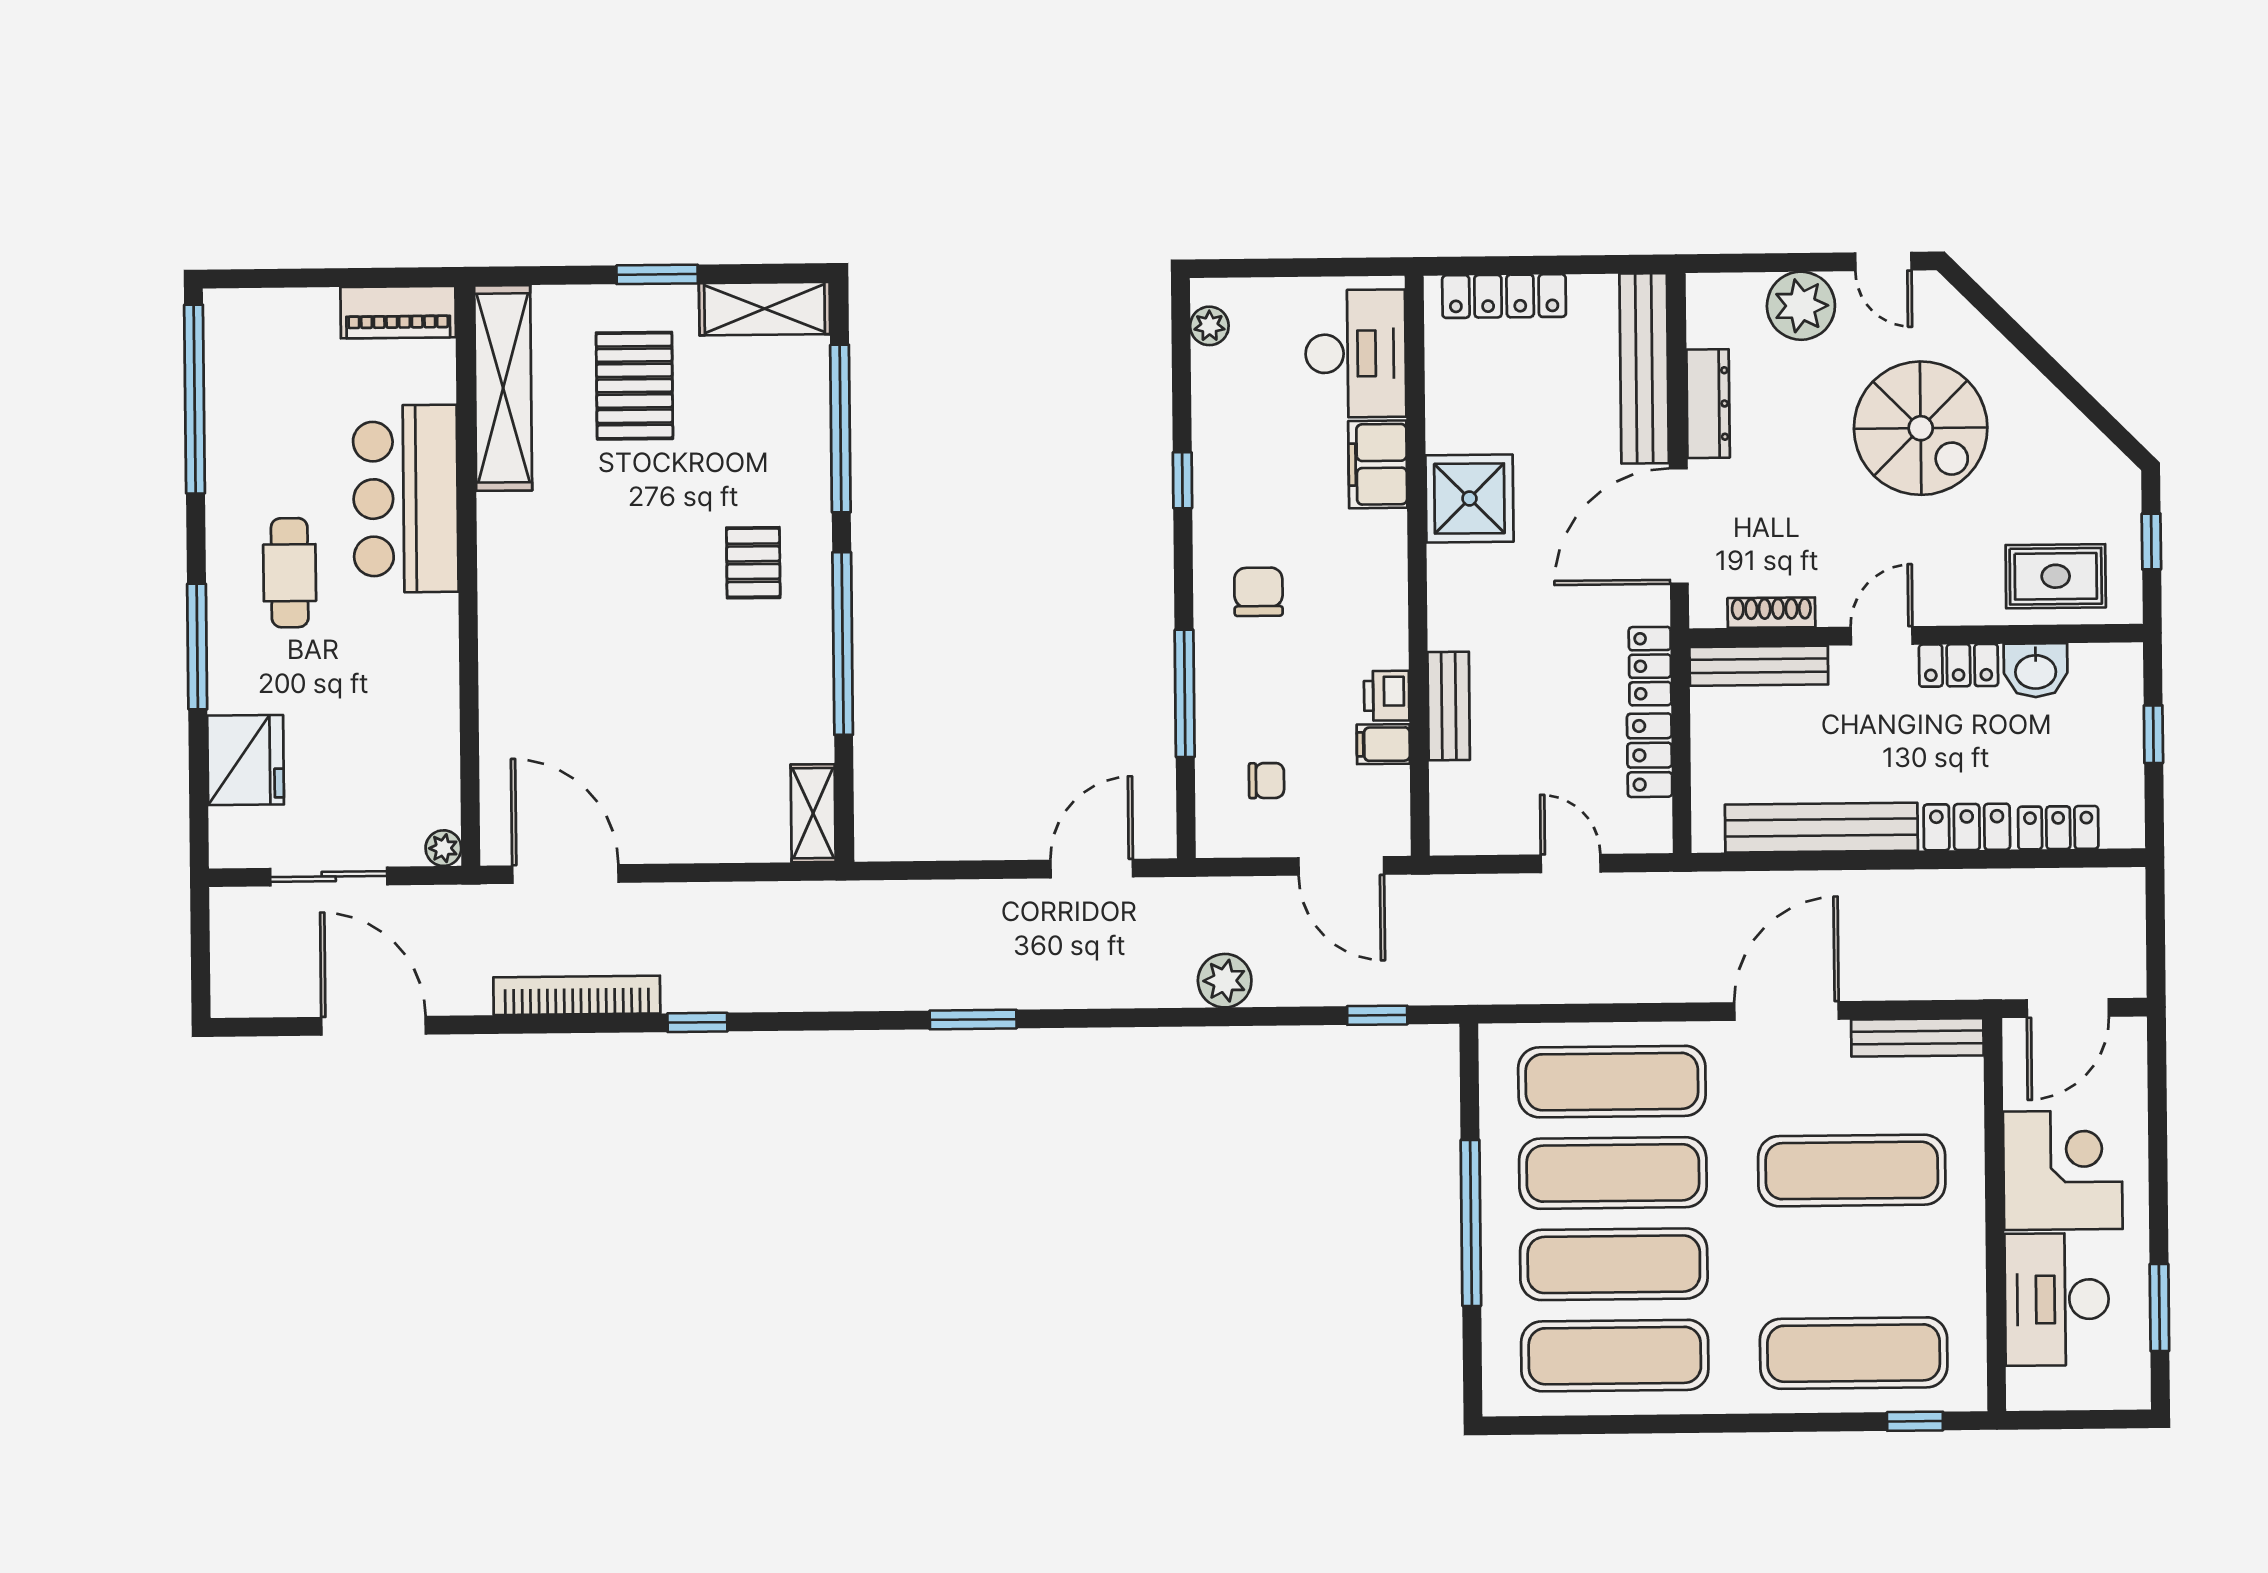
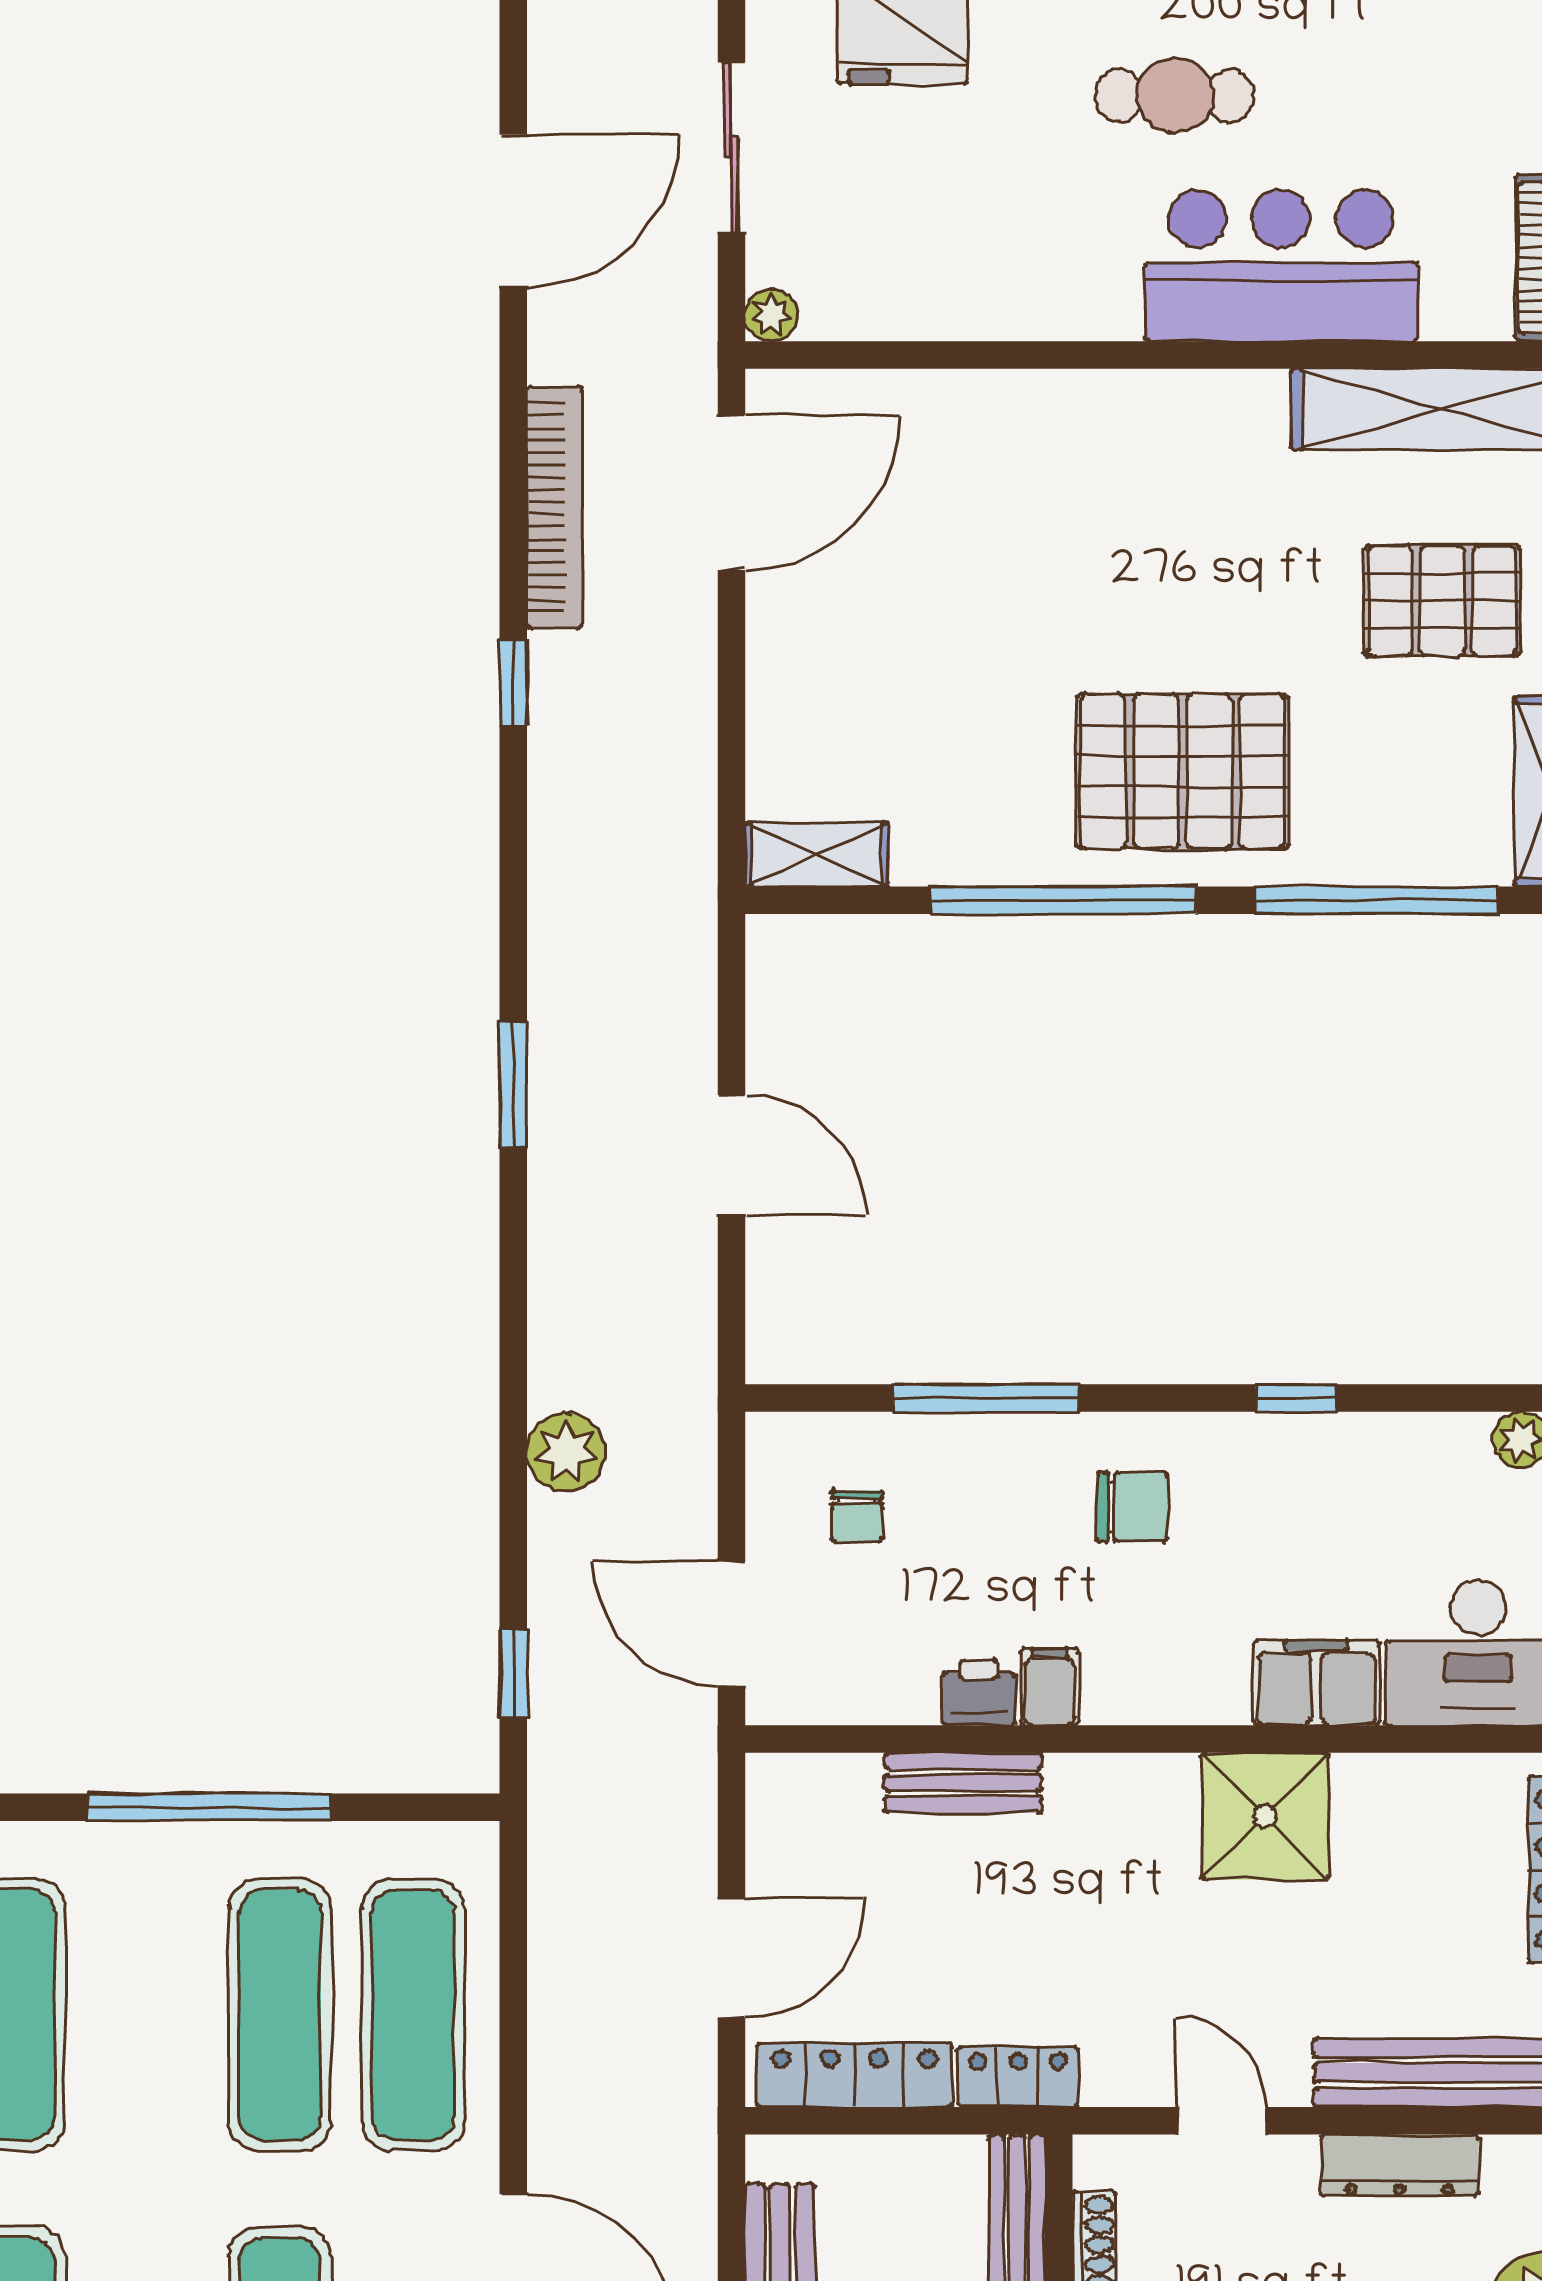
door: (1679, 526) -> (1222, 2121), width x0.53
pallet: (753, 563) -> (1183, 771), width x2.05, depth x2.00
filing cabinet: (1383, 744) -> (1049, 1687), moved
locker: (1650, 755) -> (854, 2075), width x1.53
door: (1571, 864) -> (732, 1958), width x1.37
door: (1341, 866) -> (732, 1624), hinge flipped
door: (1092, 869) -> (732, 1155), moved
exercise mat: (1614, 1264) -> (147, 2015), removed

